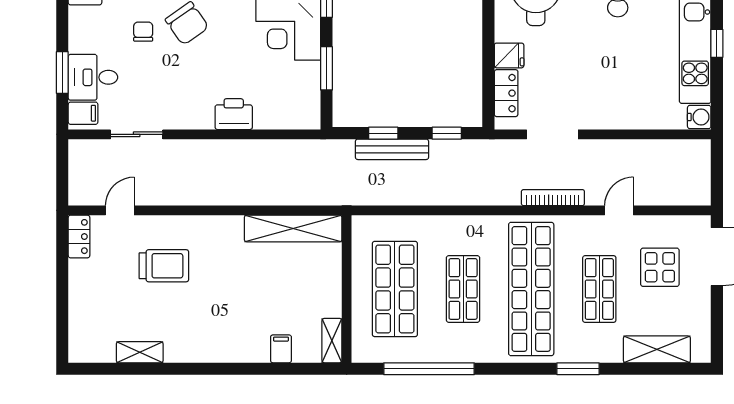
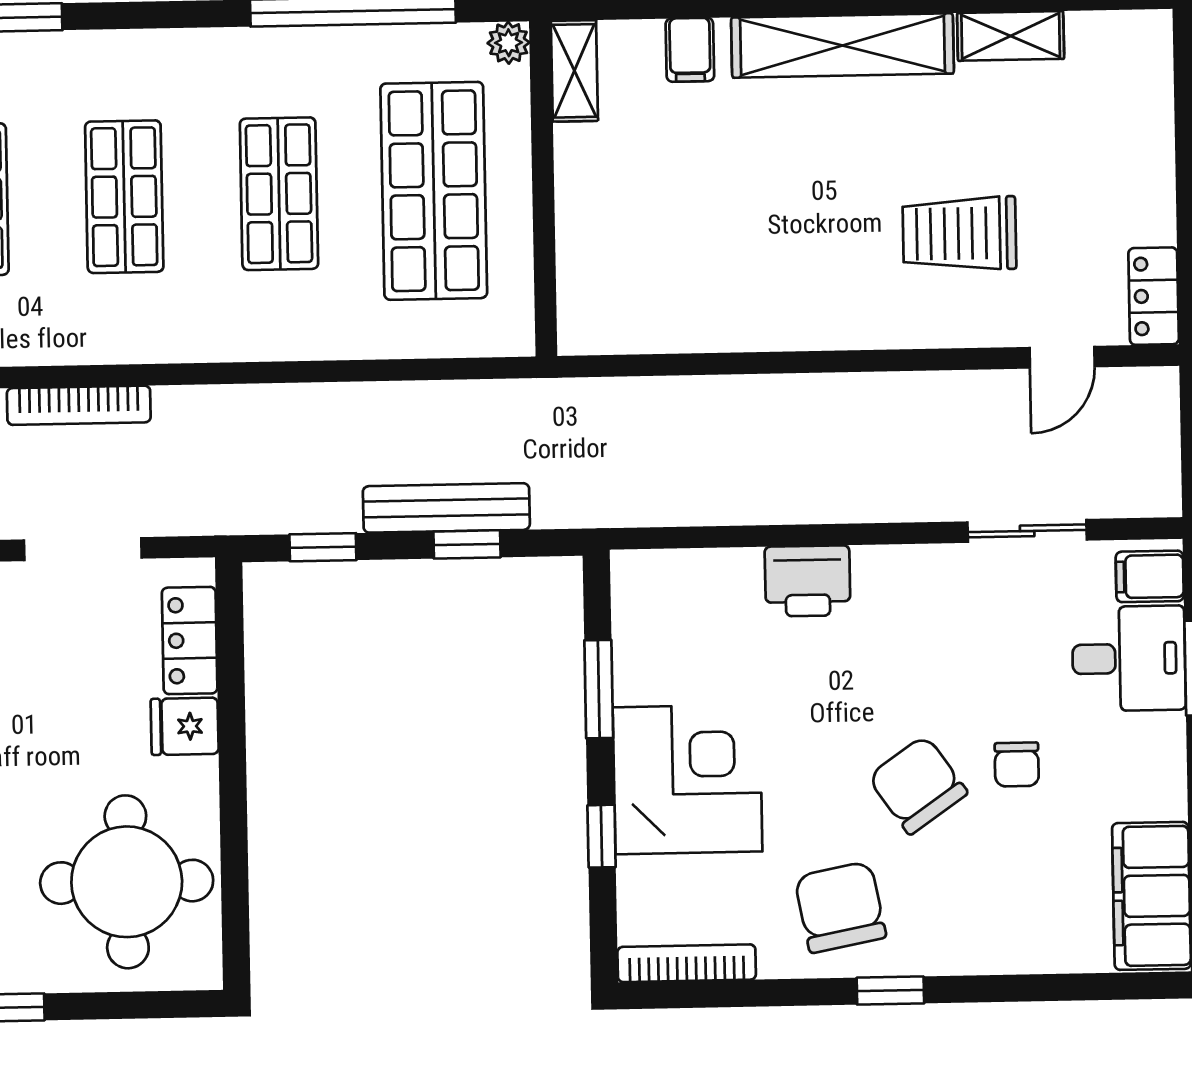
shelving: (293, 228) -> (843, 45), moved
shop shelf: (531, 289) -> (124, 197), width x0.50, depth x0.74
plant: (361, 353) -> (509, 43), added

